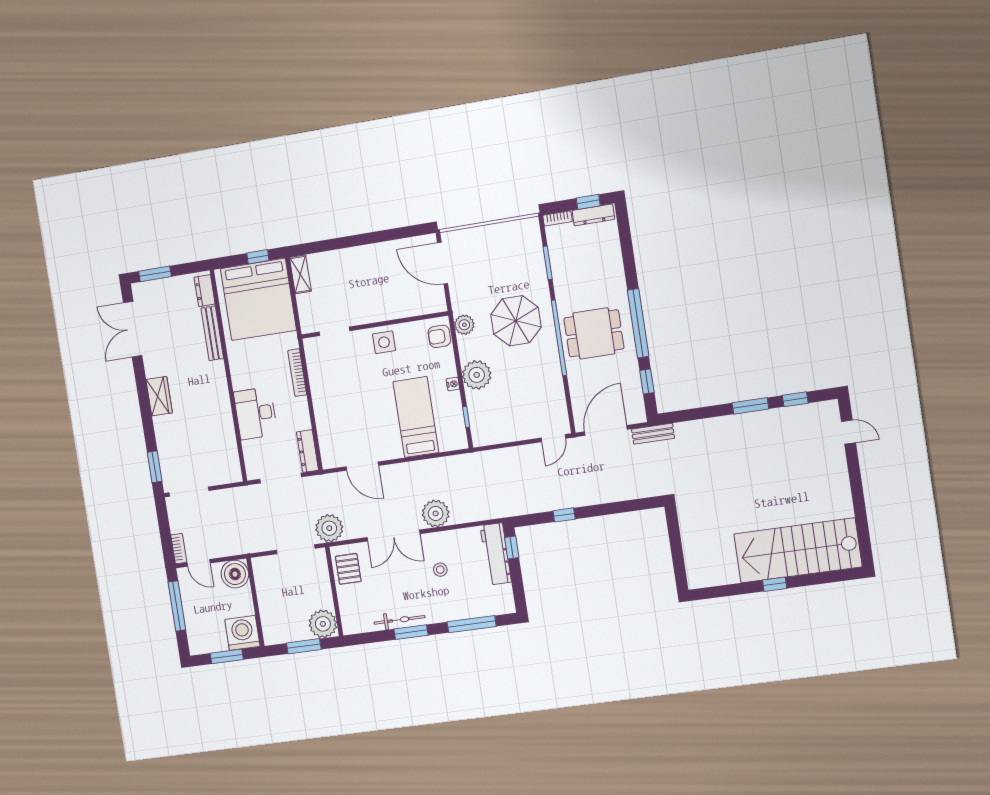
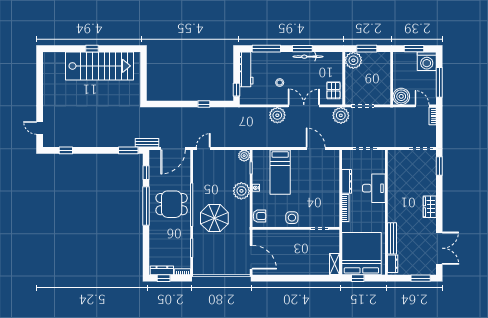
plant: (464, 325) -> (244, 156), moved
window: (750, 406) -> (128, 150), moved
dresser: (307, 451) -> (347, 181), moved
stairs: (798, 550) -> (100, 66), moved
workbench: (496, 554) -> (246, 69), moved
washing machine: (242, 633) -> (427, 61), moved

